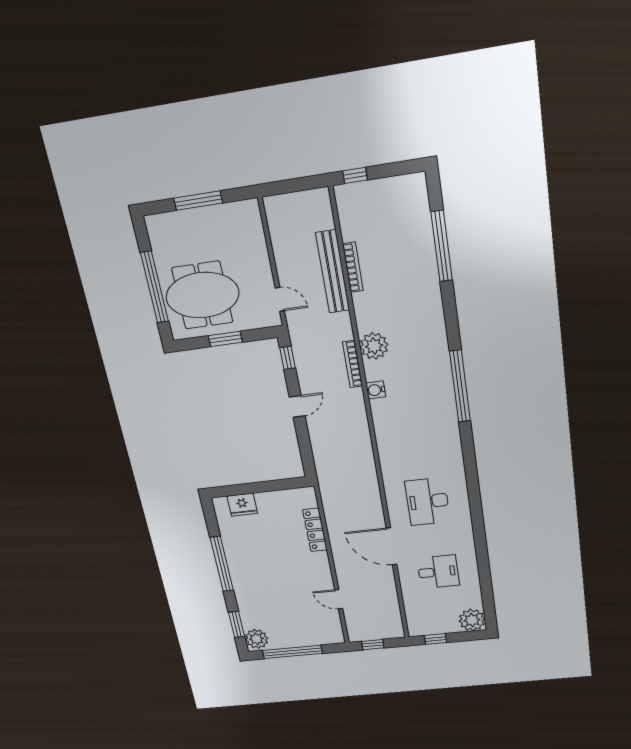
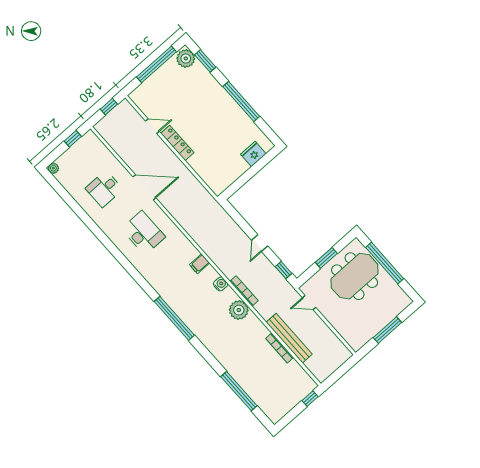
filing cabinet: (385, 428) -> (200, 264), added
locker: (315, 530) -> (177, 143), moved
plant: (472, 620) -> (53, 168), width x0.53, depth x0.53

